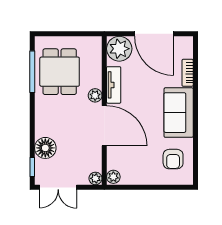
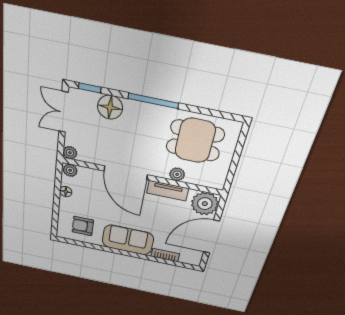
window: (32, 72) -> (153, 101), moved
plant: (95, 95) -> (177, 174), moved
door: (104, 126) -> (126, 173), hinge flipped
floor lamp: (137, 179) -> (66, 192), added

